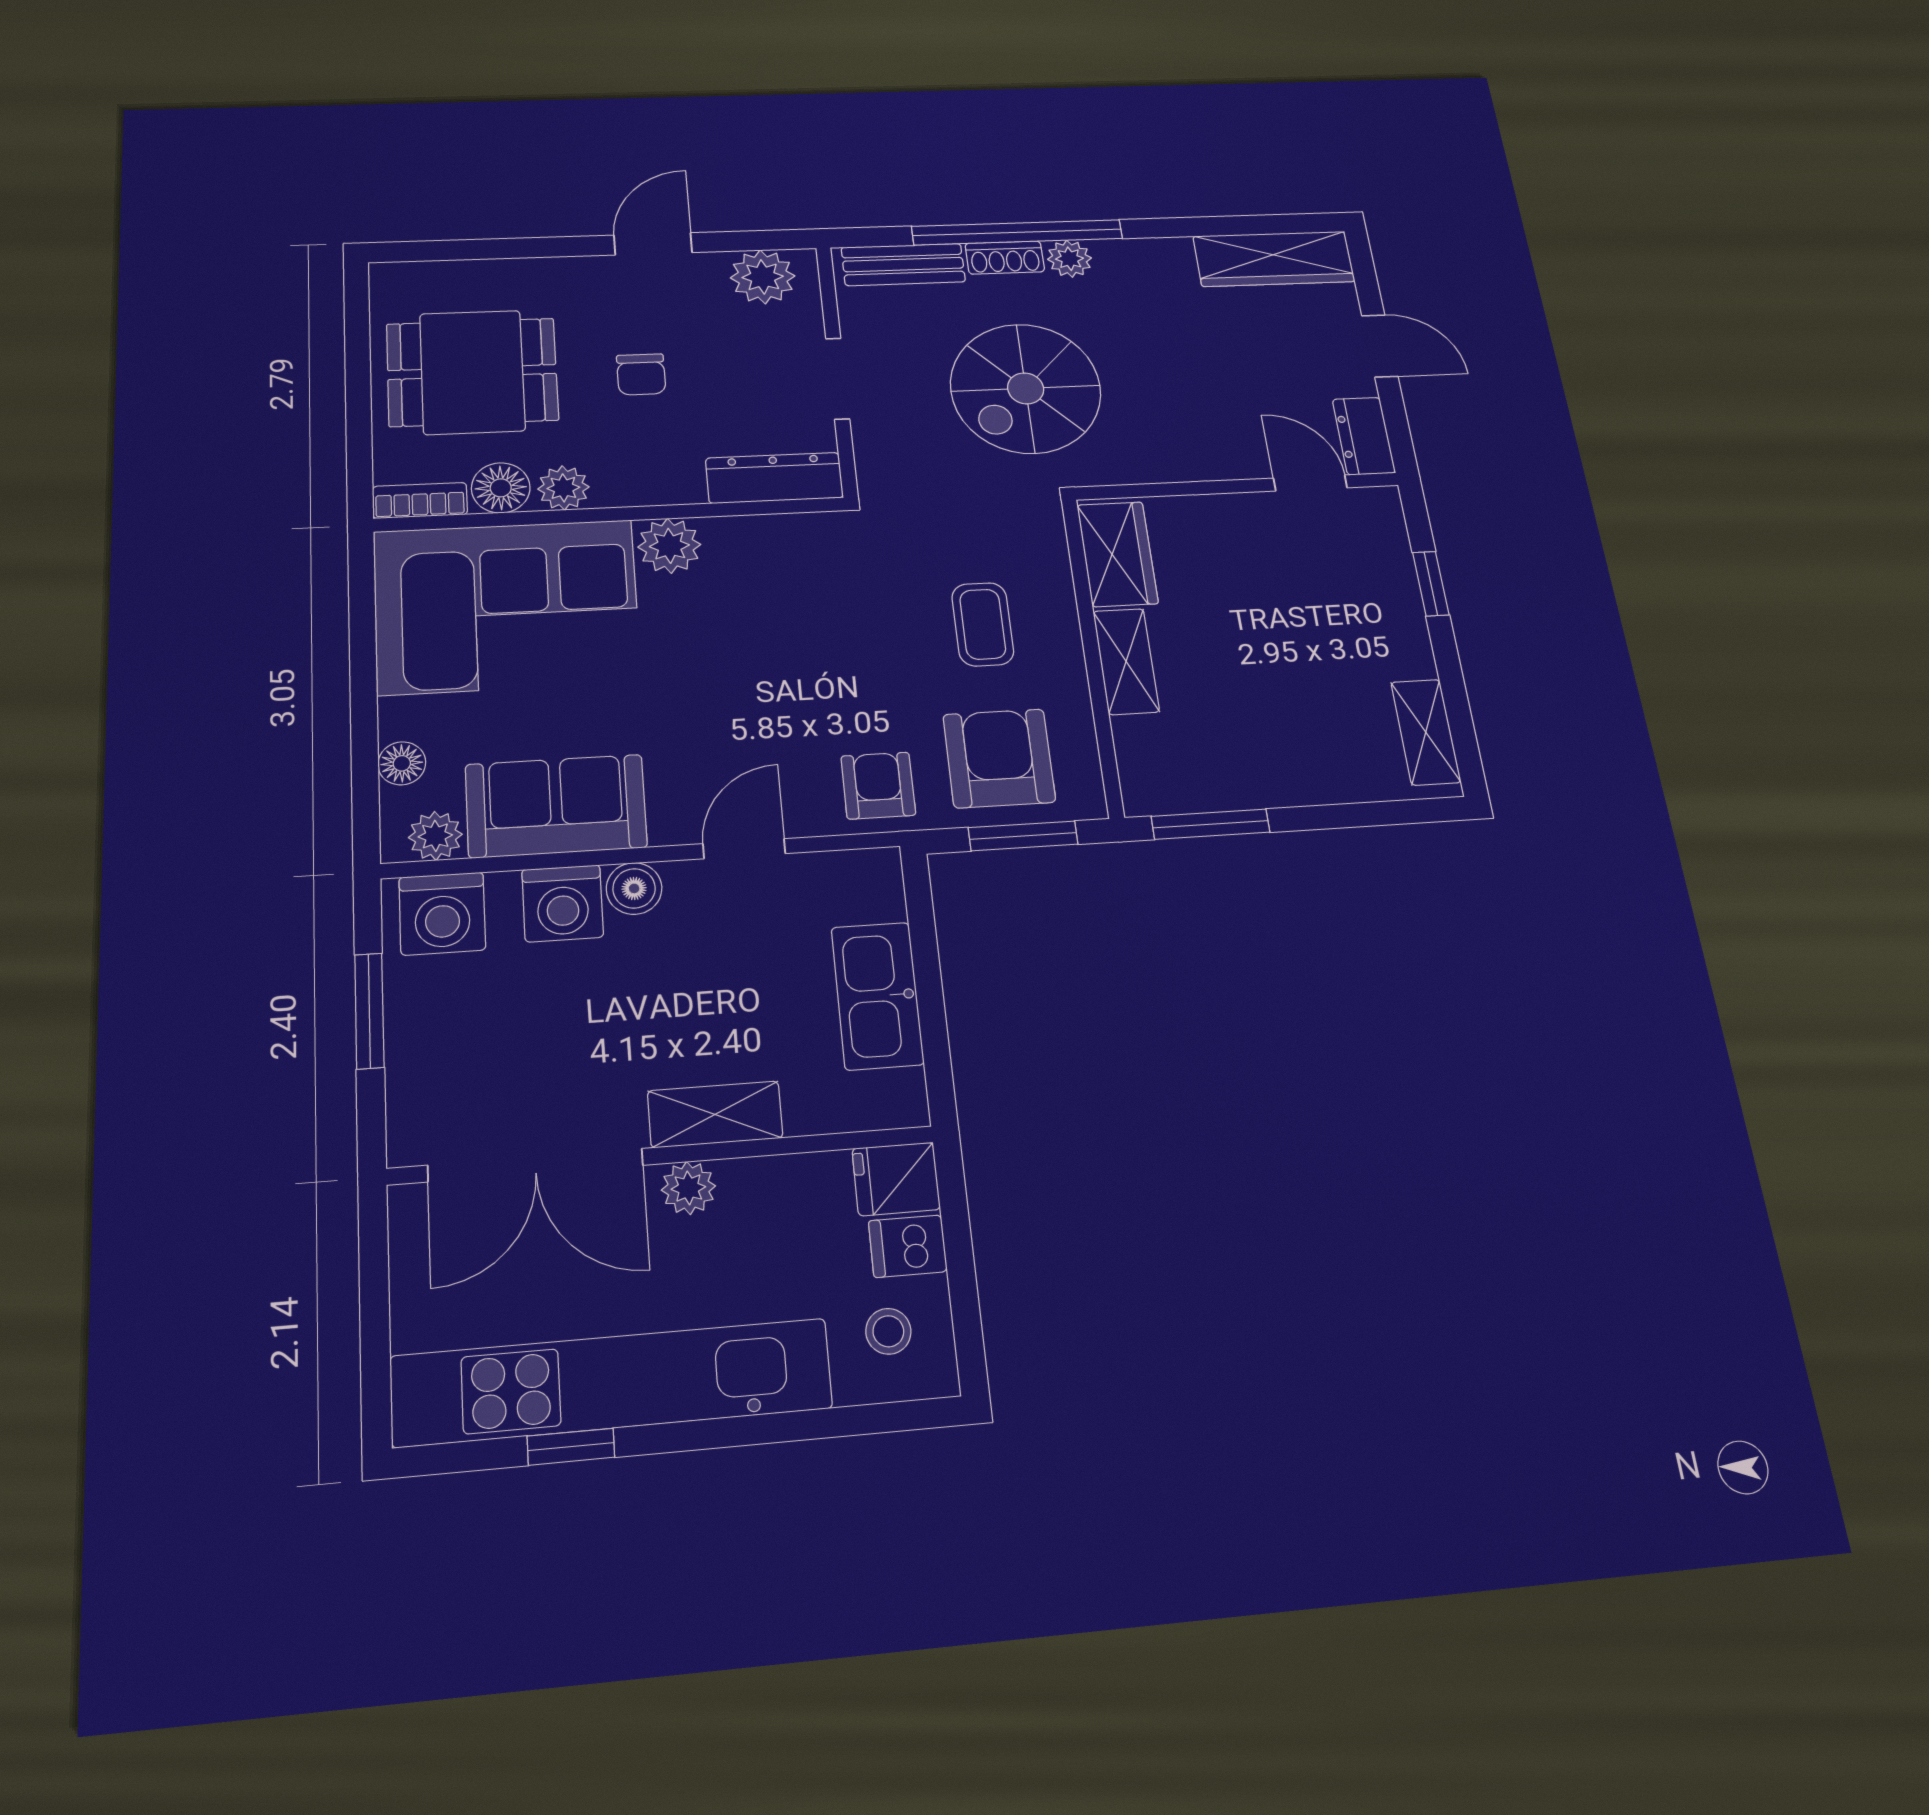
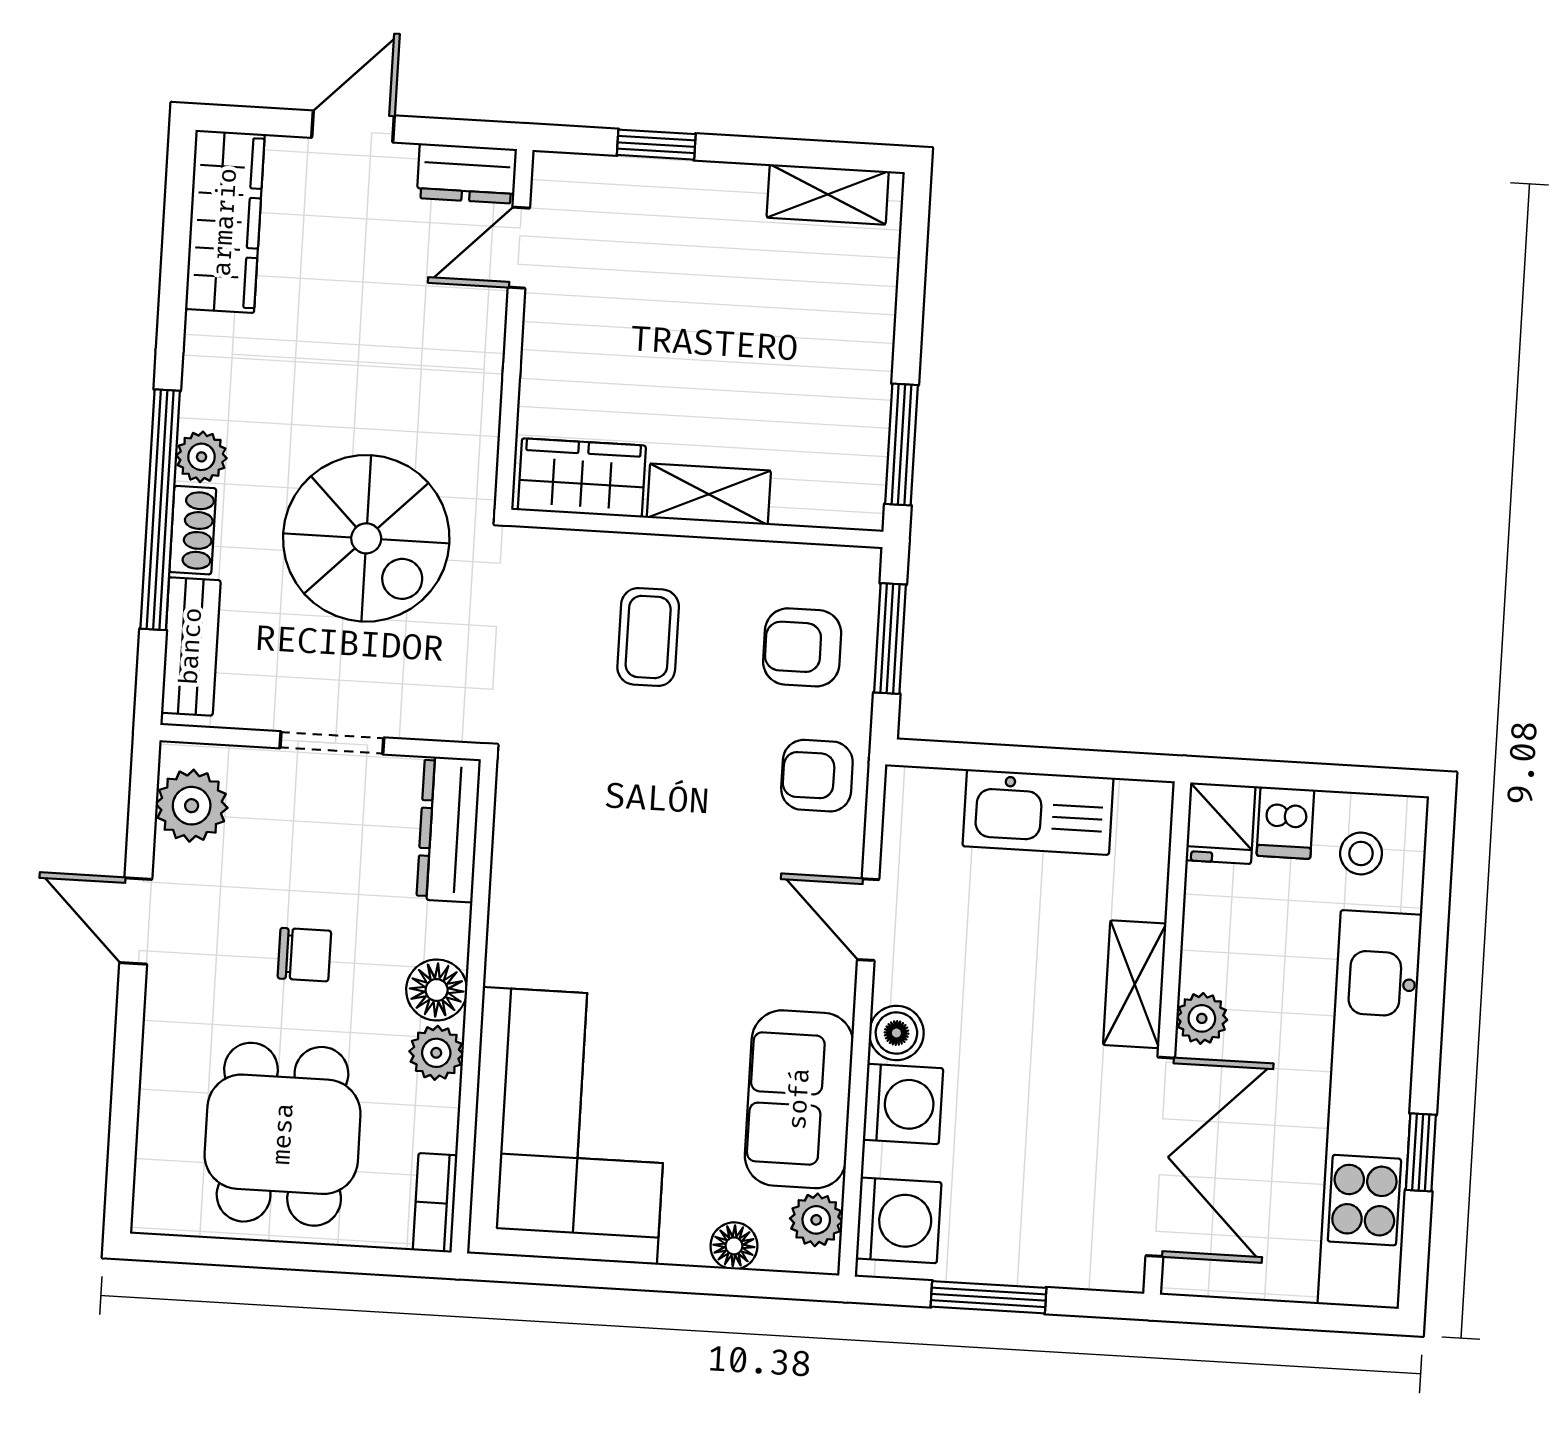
floor lamp: (501, 488) -> (437, 990), moved
plant: (669, 546) -> (518, 951), removed
coffee table: (983, 624) -> (648, 637), turned 90
armchair: (999, 758) -> (802, 647), width x0.72, depth x0.72

